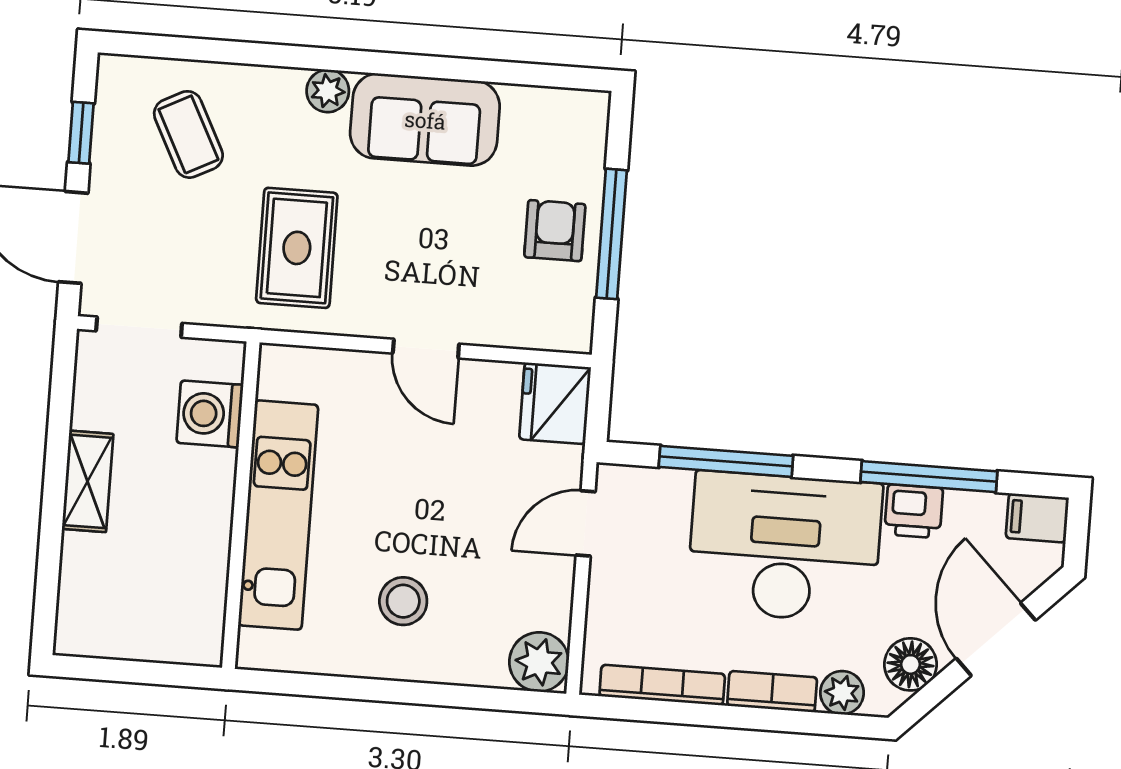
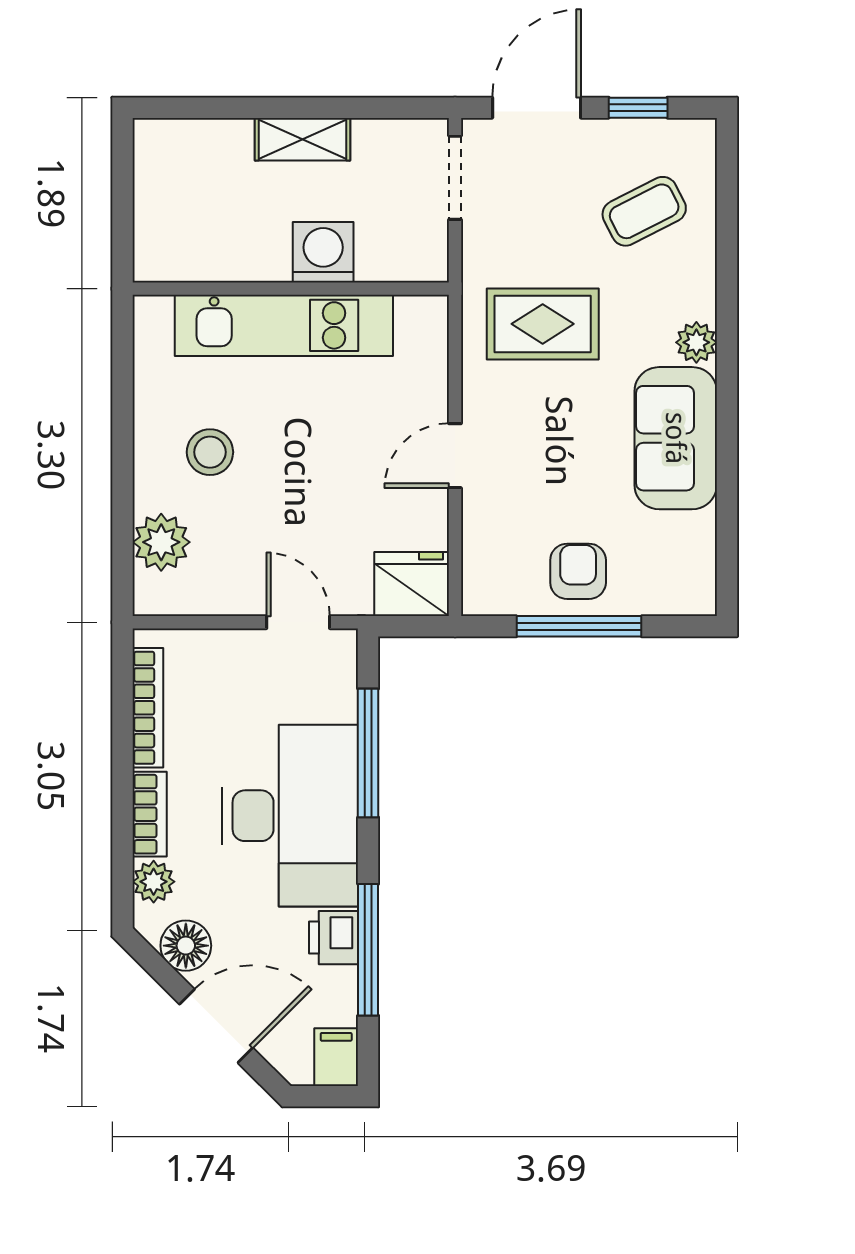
armchair: (555, 231) -> (578, 571), turned -90
washing machine: (210, 414) -> (323, 252), moved
plant: (539, 662) -> (161, 542), moved

